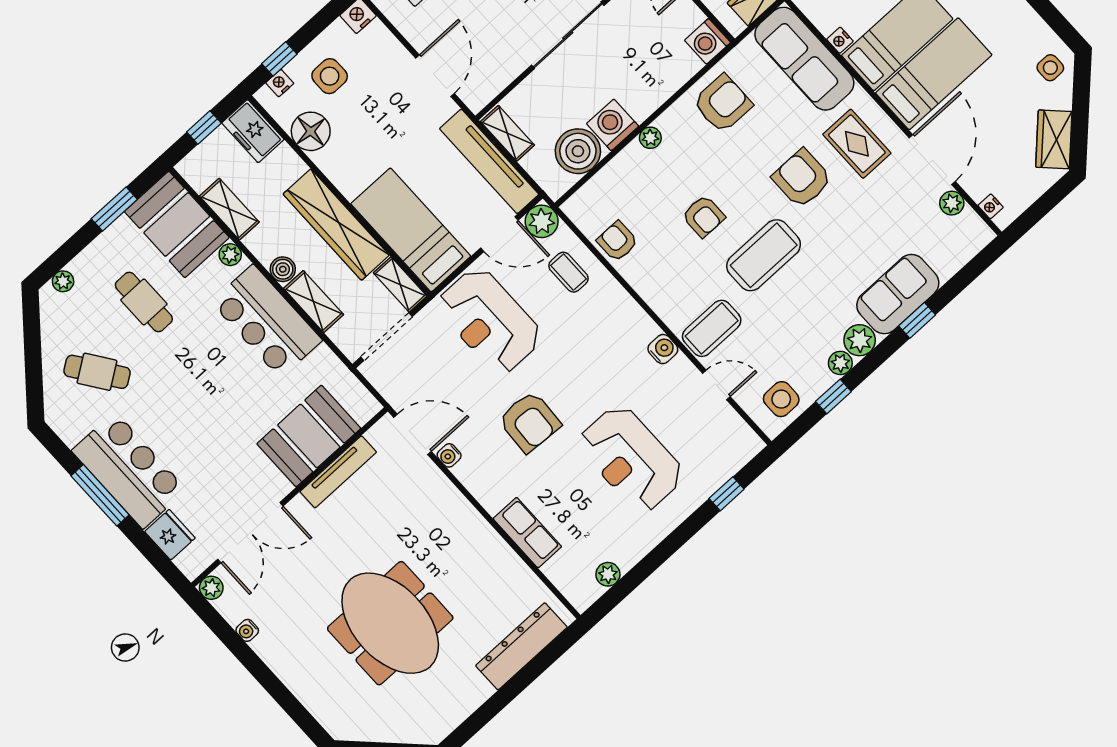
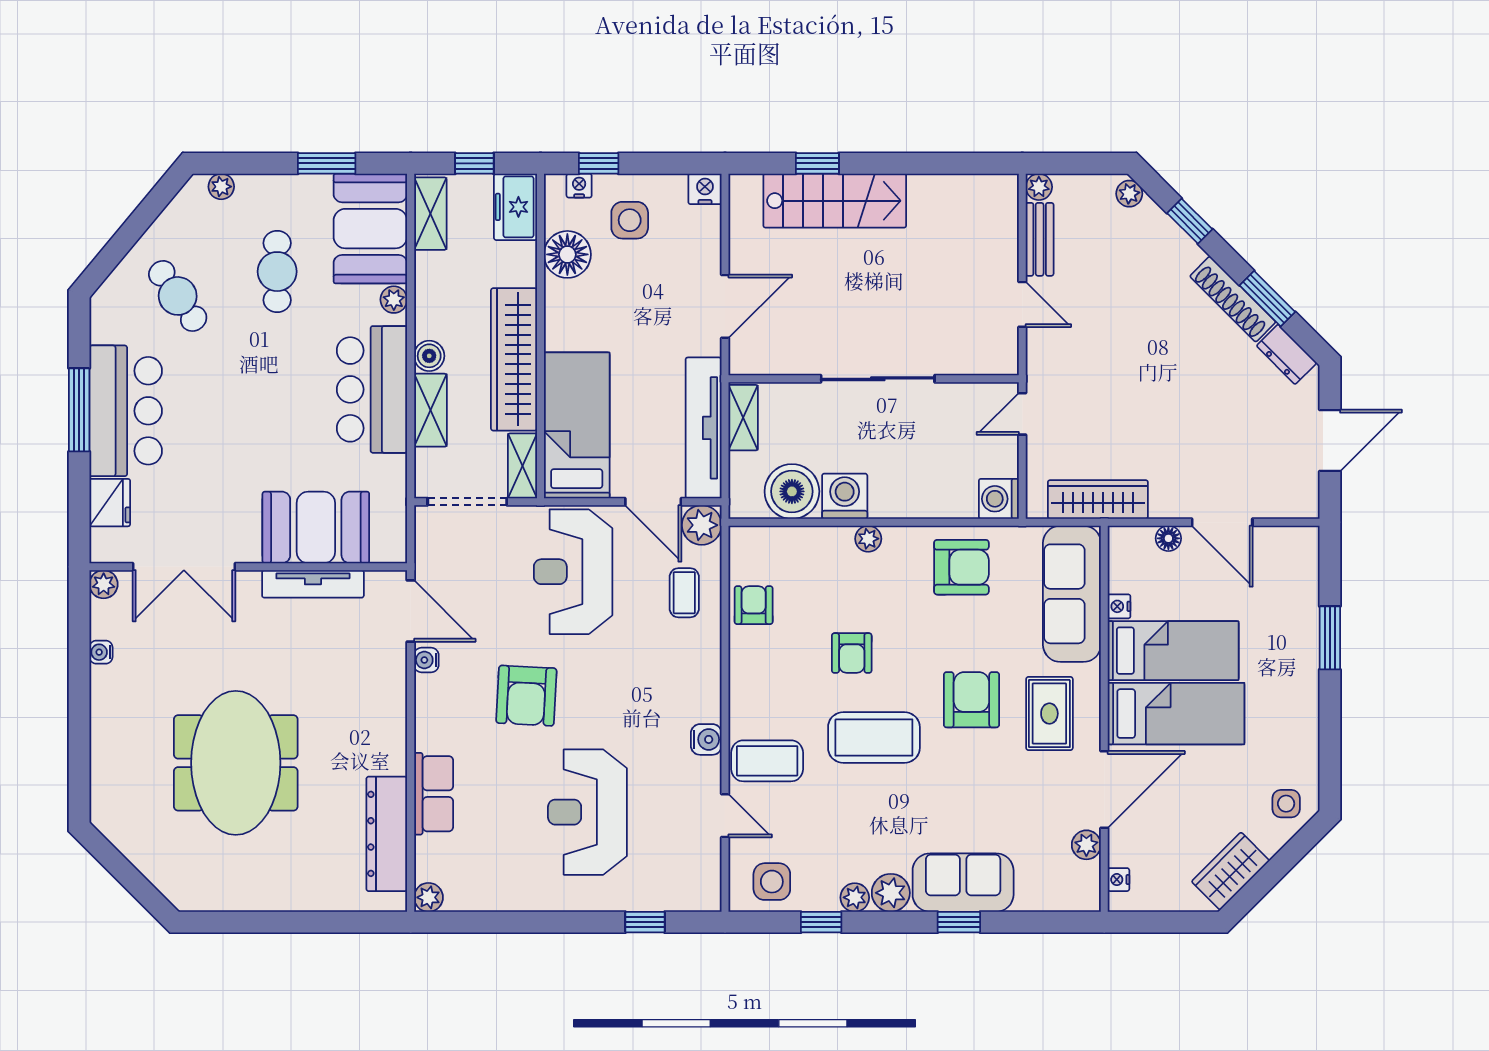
shelving: (229, 209) -> (430, 214), moved
plant: (608, 574) -> (428, 897), moved
dresser: (521, 646) -> (387, 834), moved, turned -90

